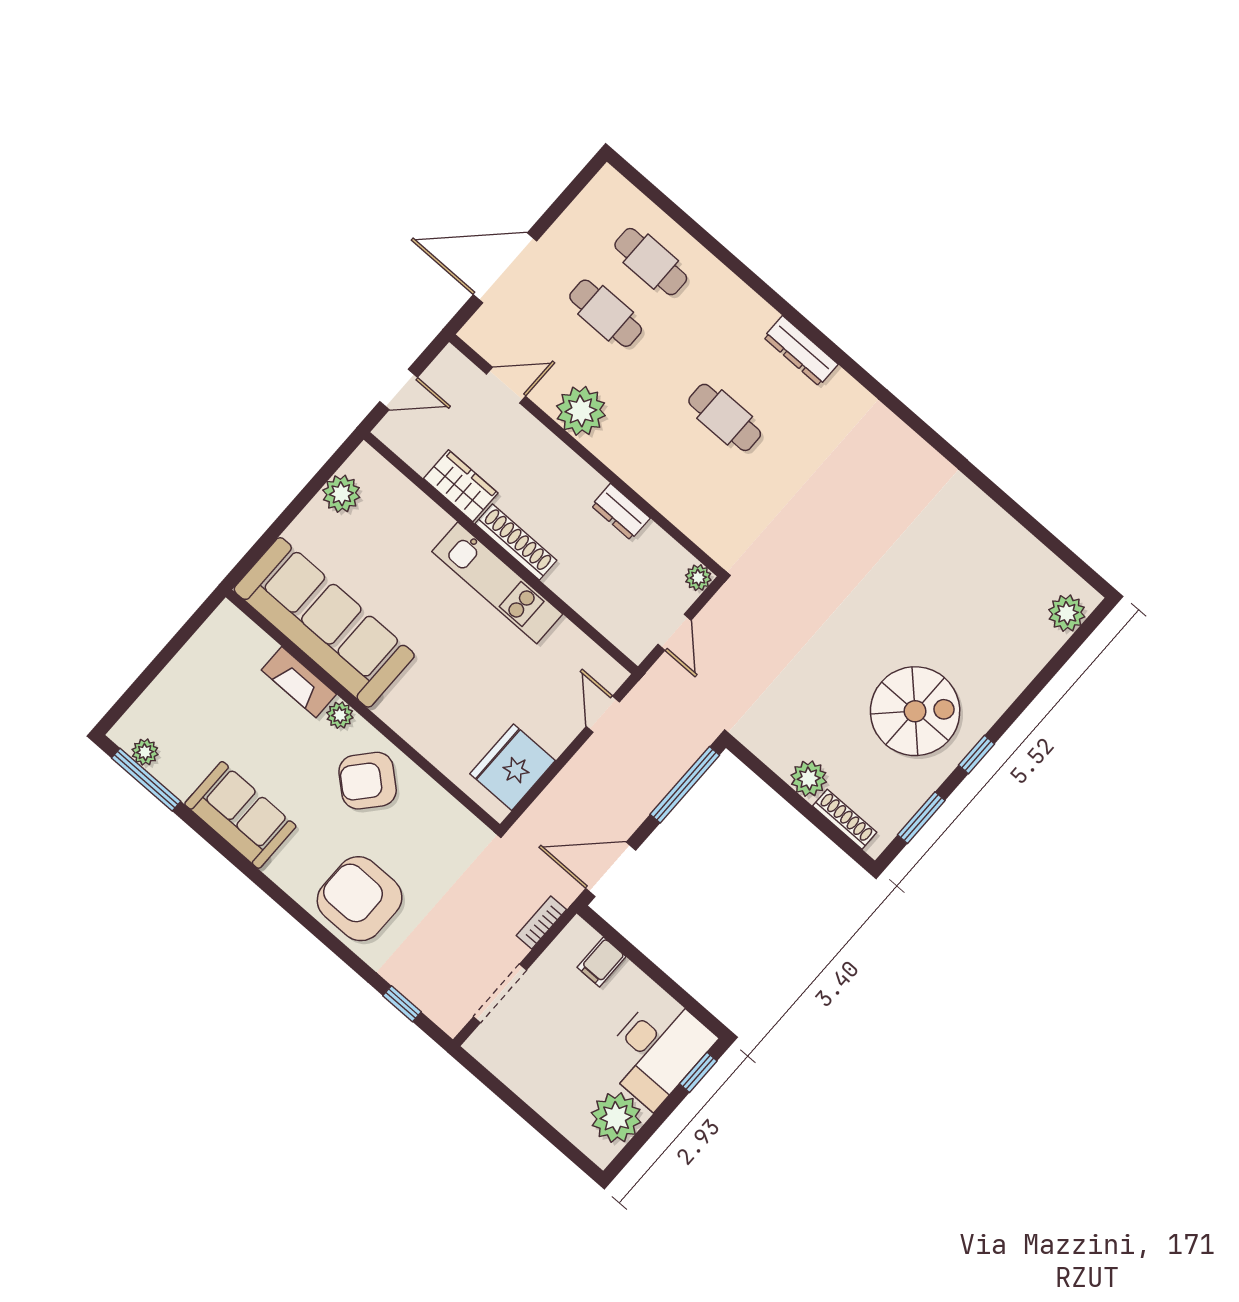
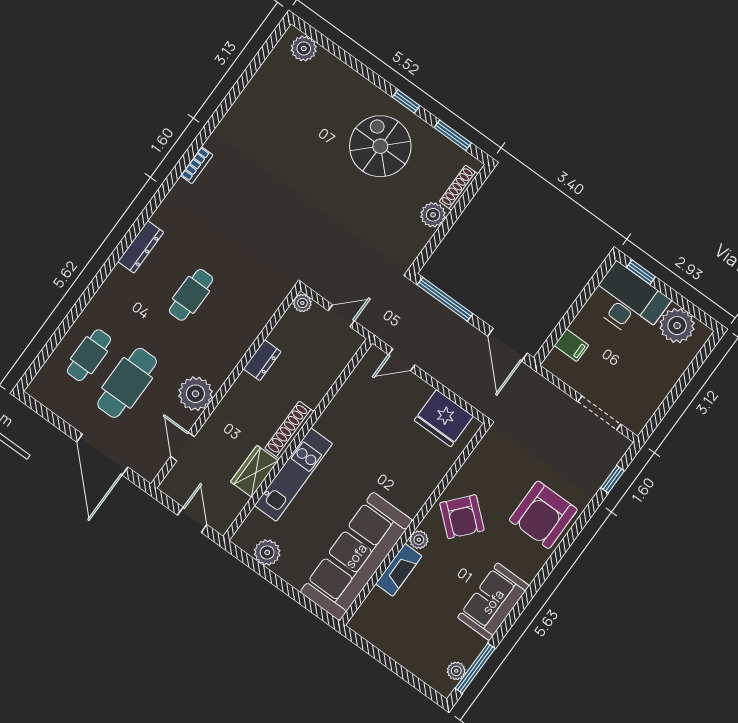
cafe table: (606, 313) -> (127, 383), width x1.37, depth x1.35
kitchen unit: (497, 583) -> (293, 475), moved
bookcase: (541, 923) -> (197, 165), moved, turned -90

